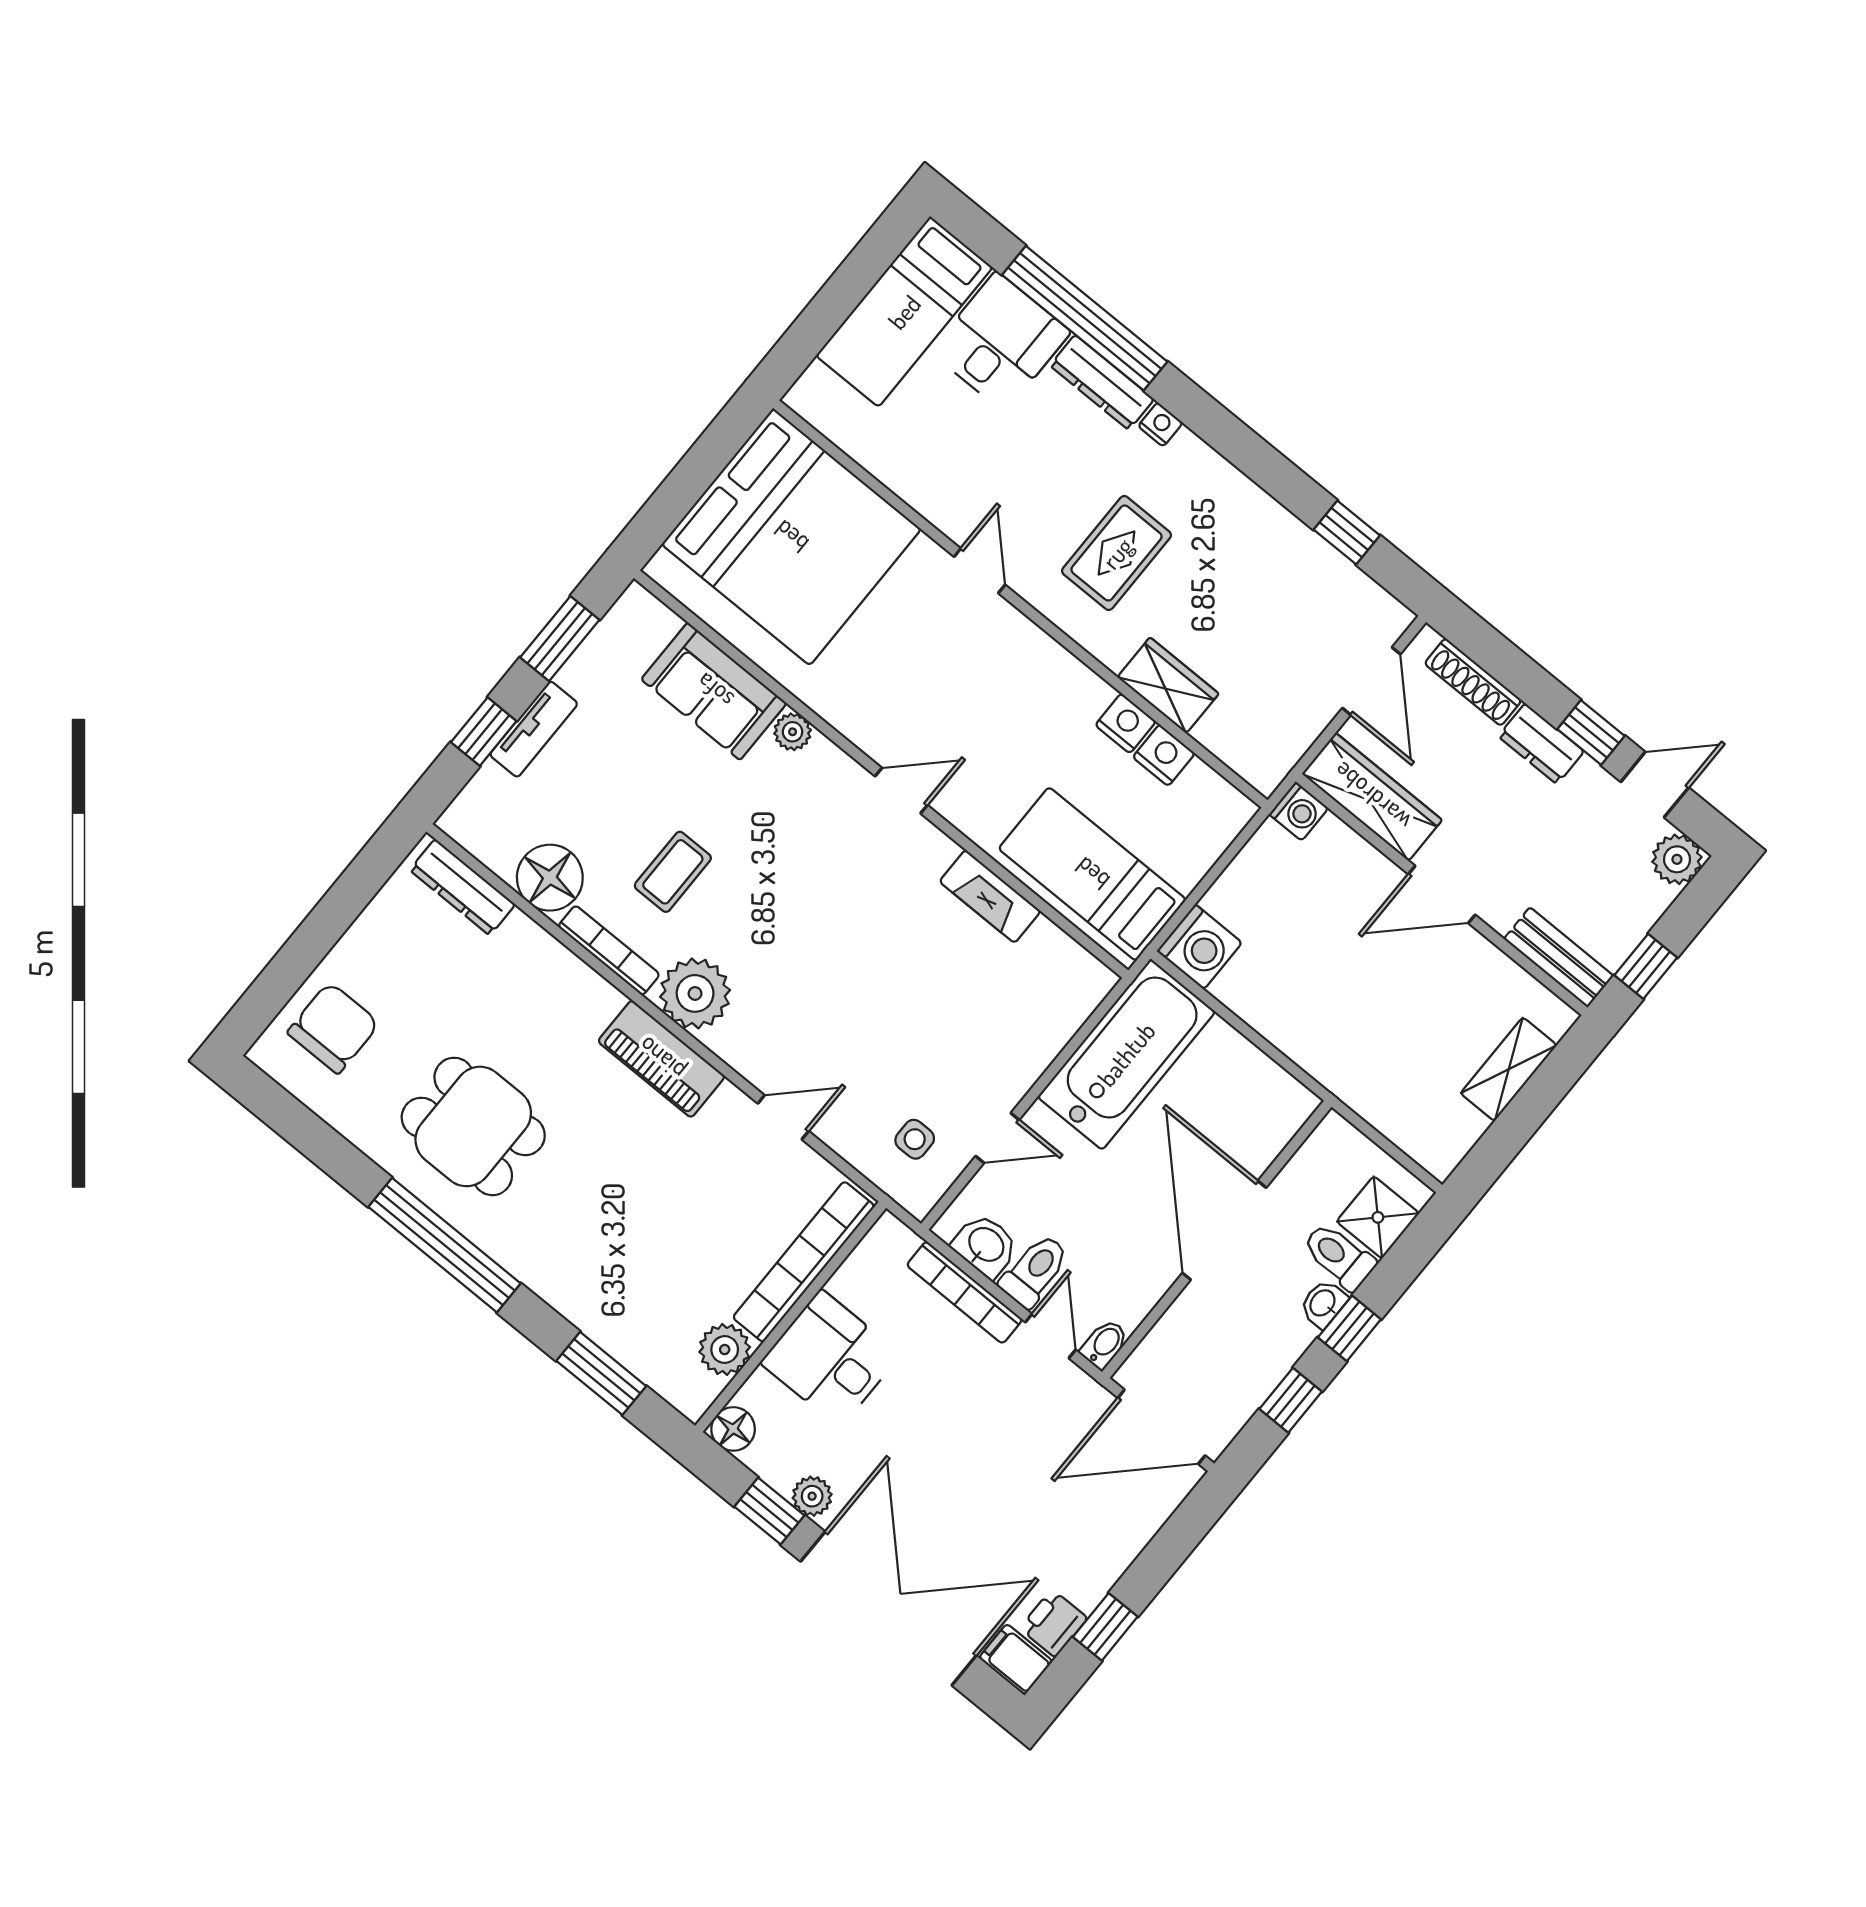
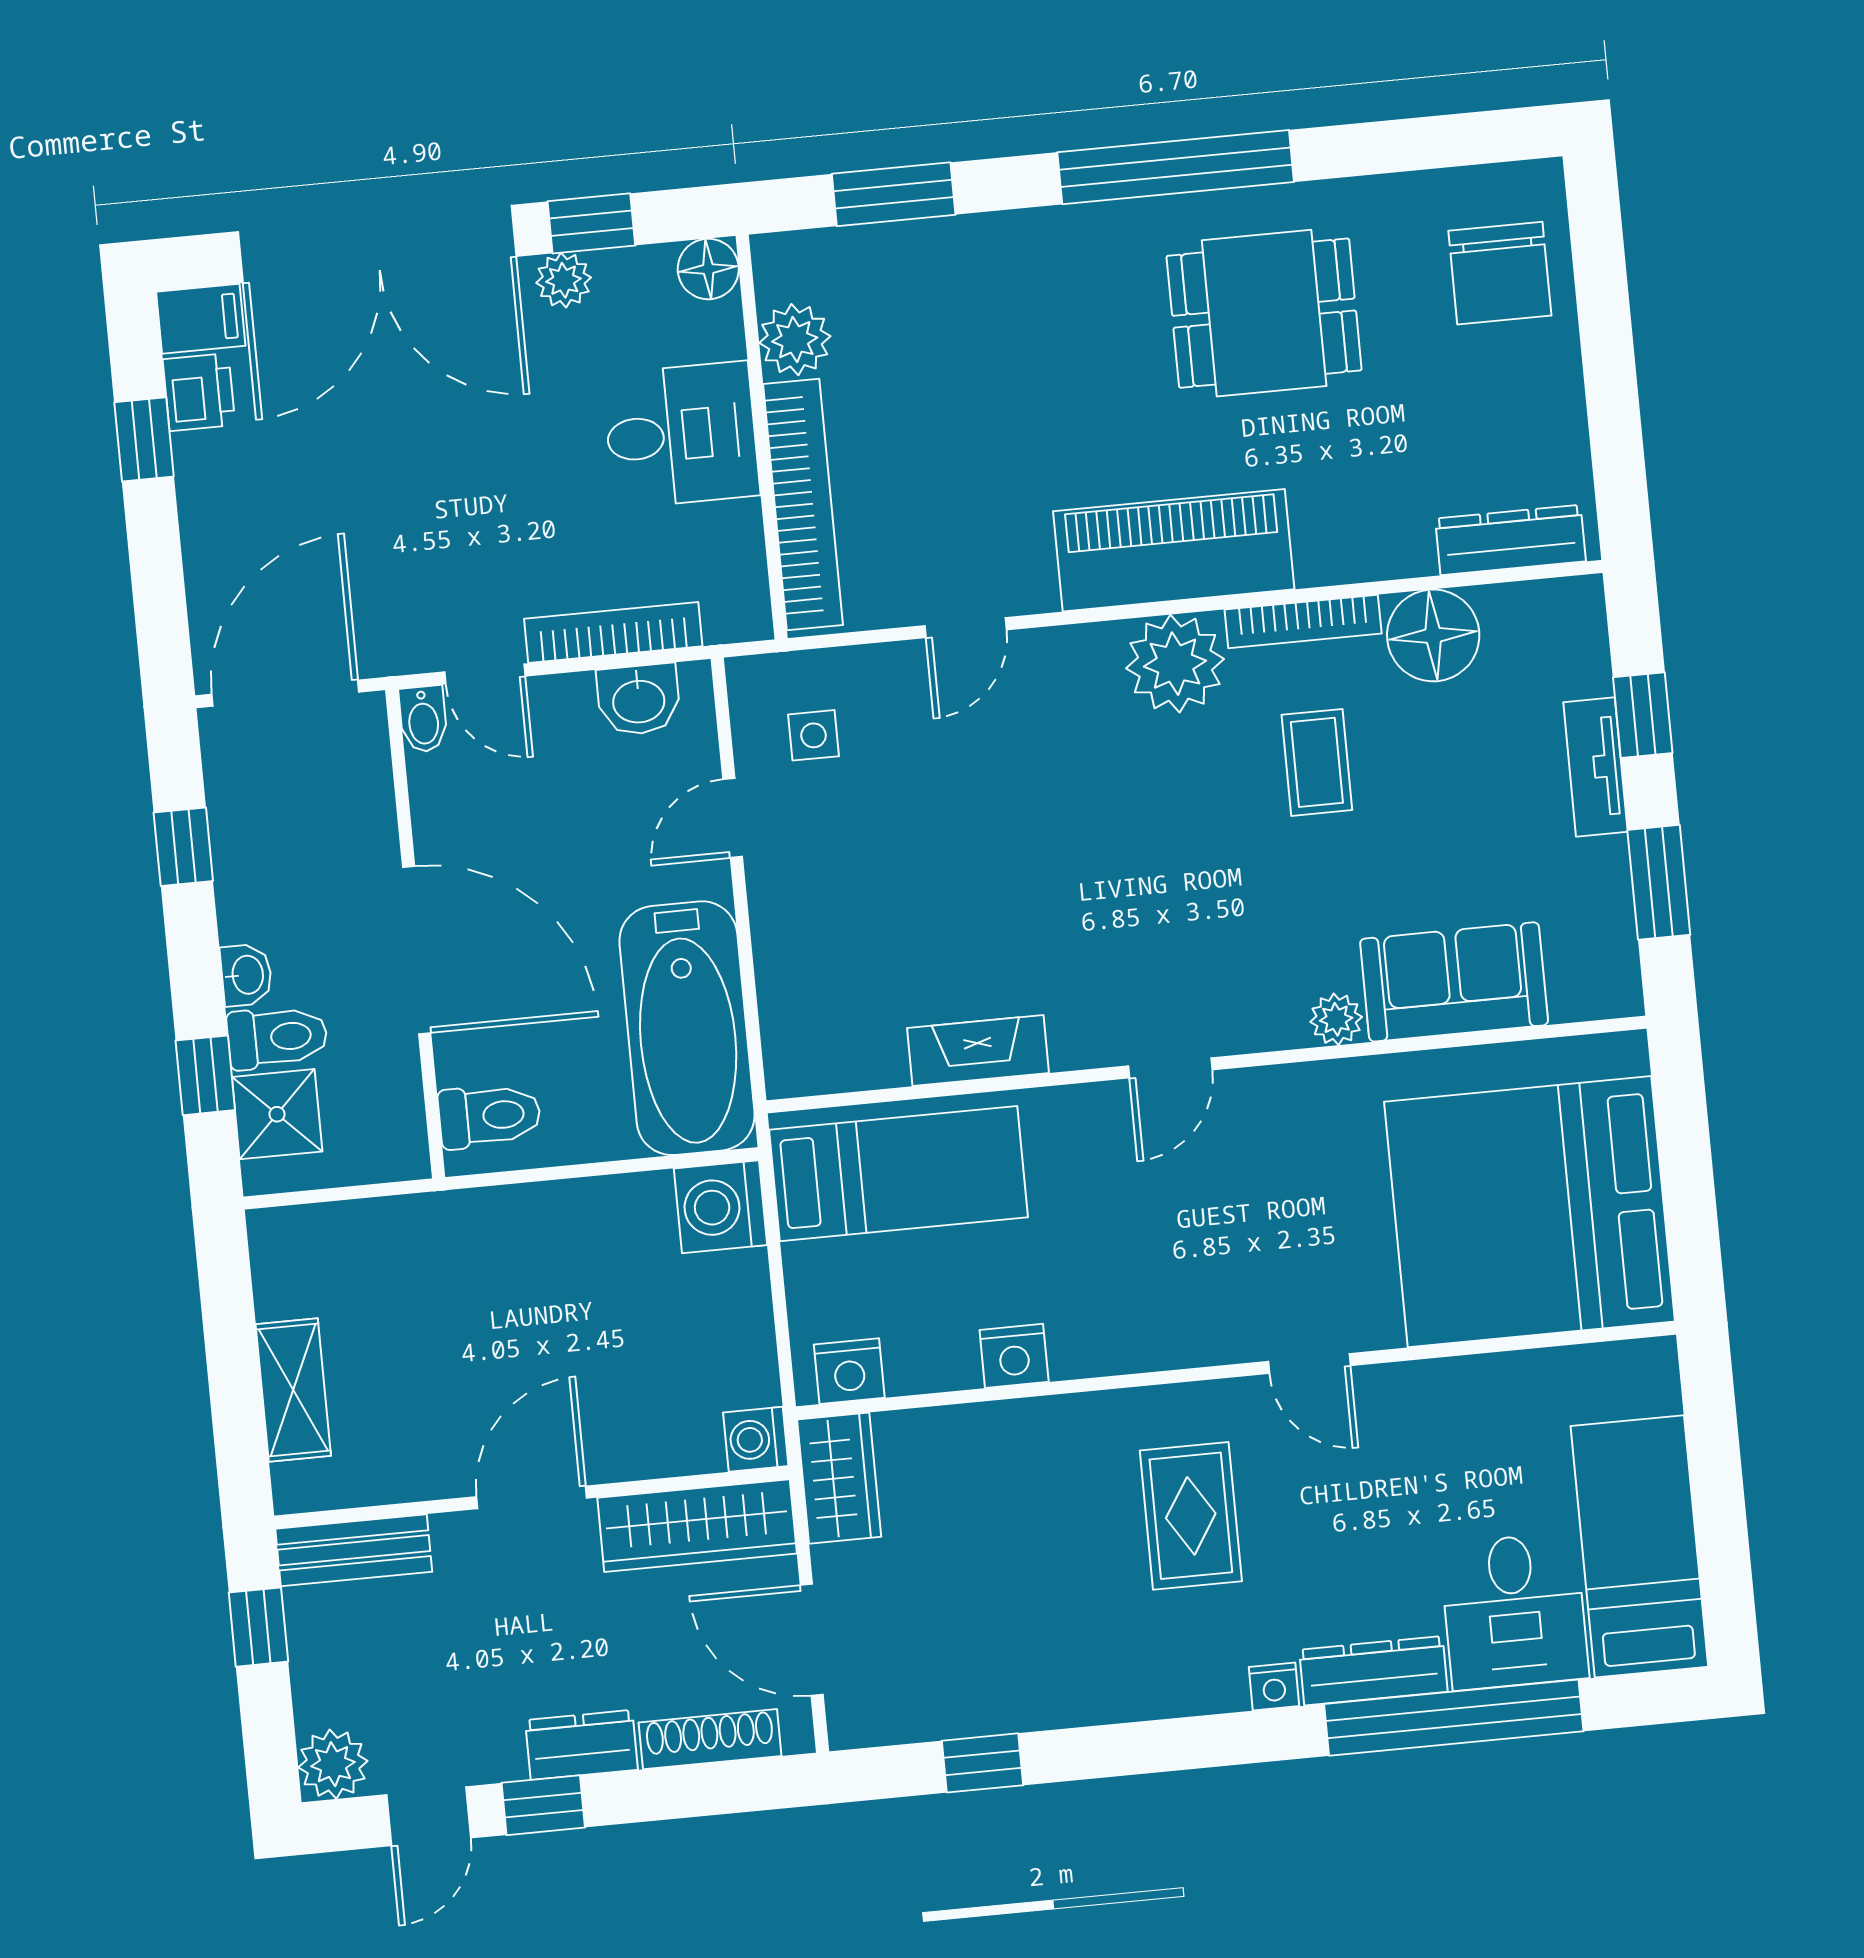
wardrobe: (1168, 685) -> (839, 1478), moved, turned -90
nightstand: (1164, 755) -> (849, 1371), moved
piano: (661, 1059) -> (1174, 550), width x1.37, depth x1.33
toilet: (1035, 1271) -> (490, 1116), moved, turned -90
window: (1349, 1328) -> (205, 1075), moved

